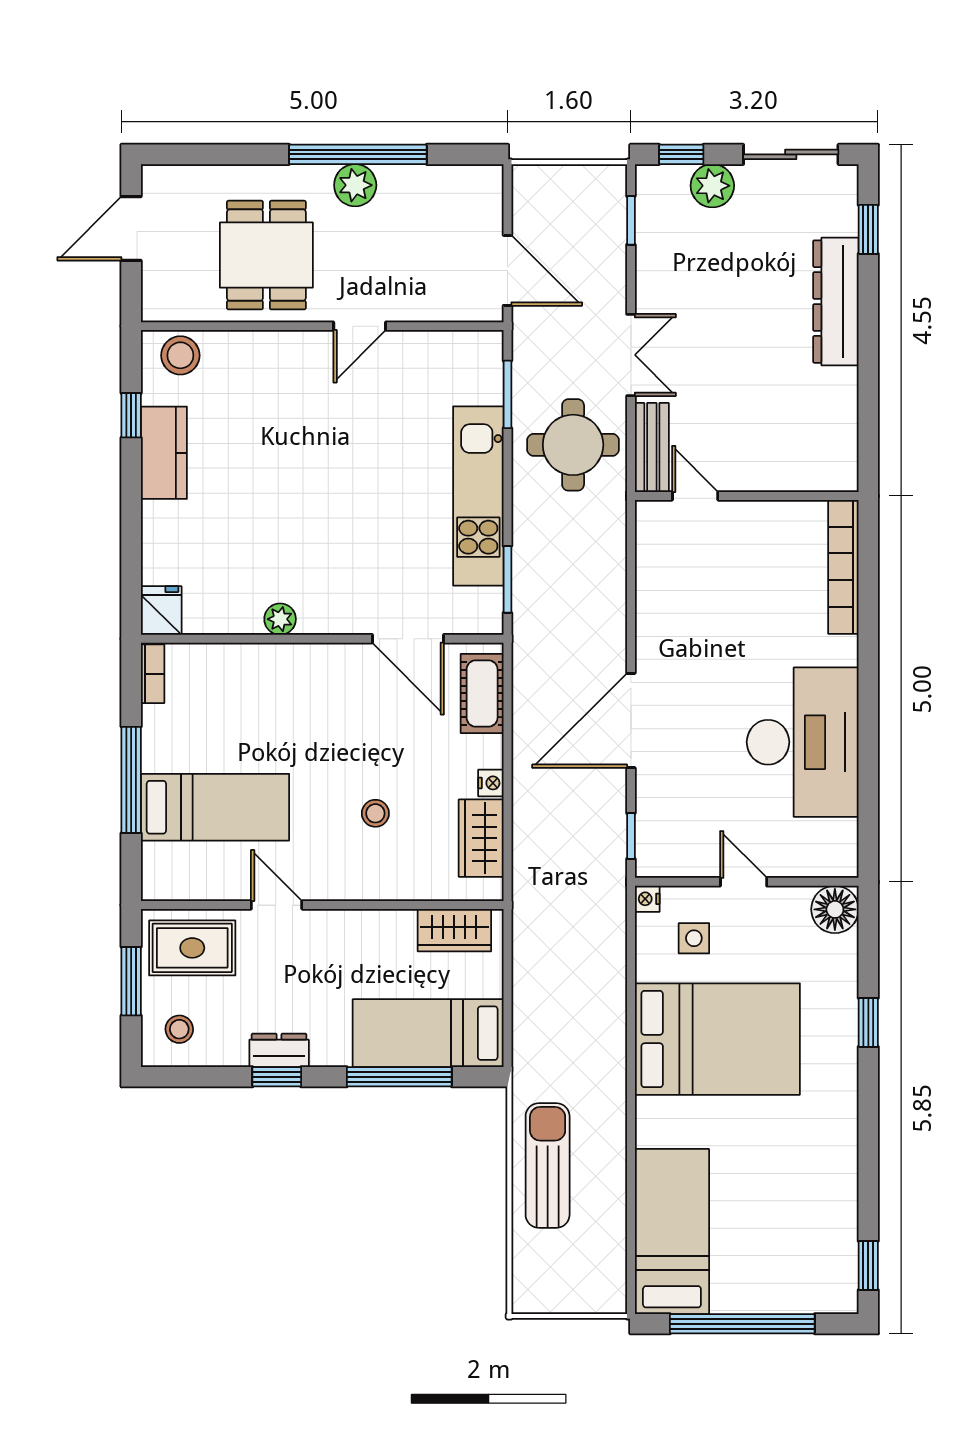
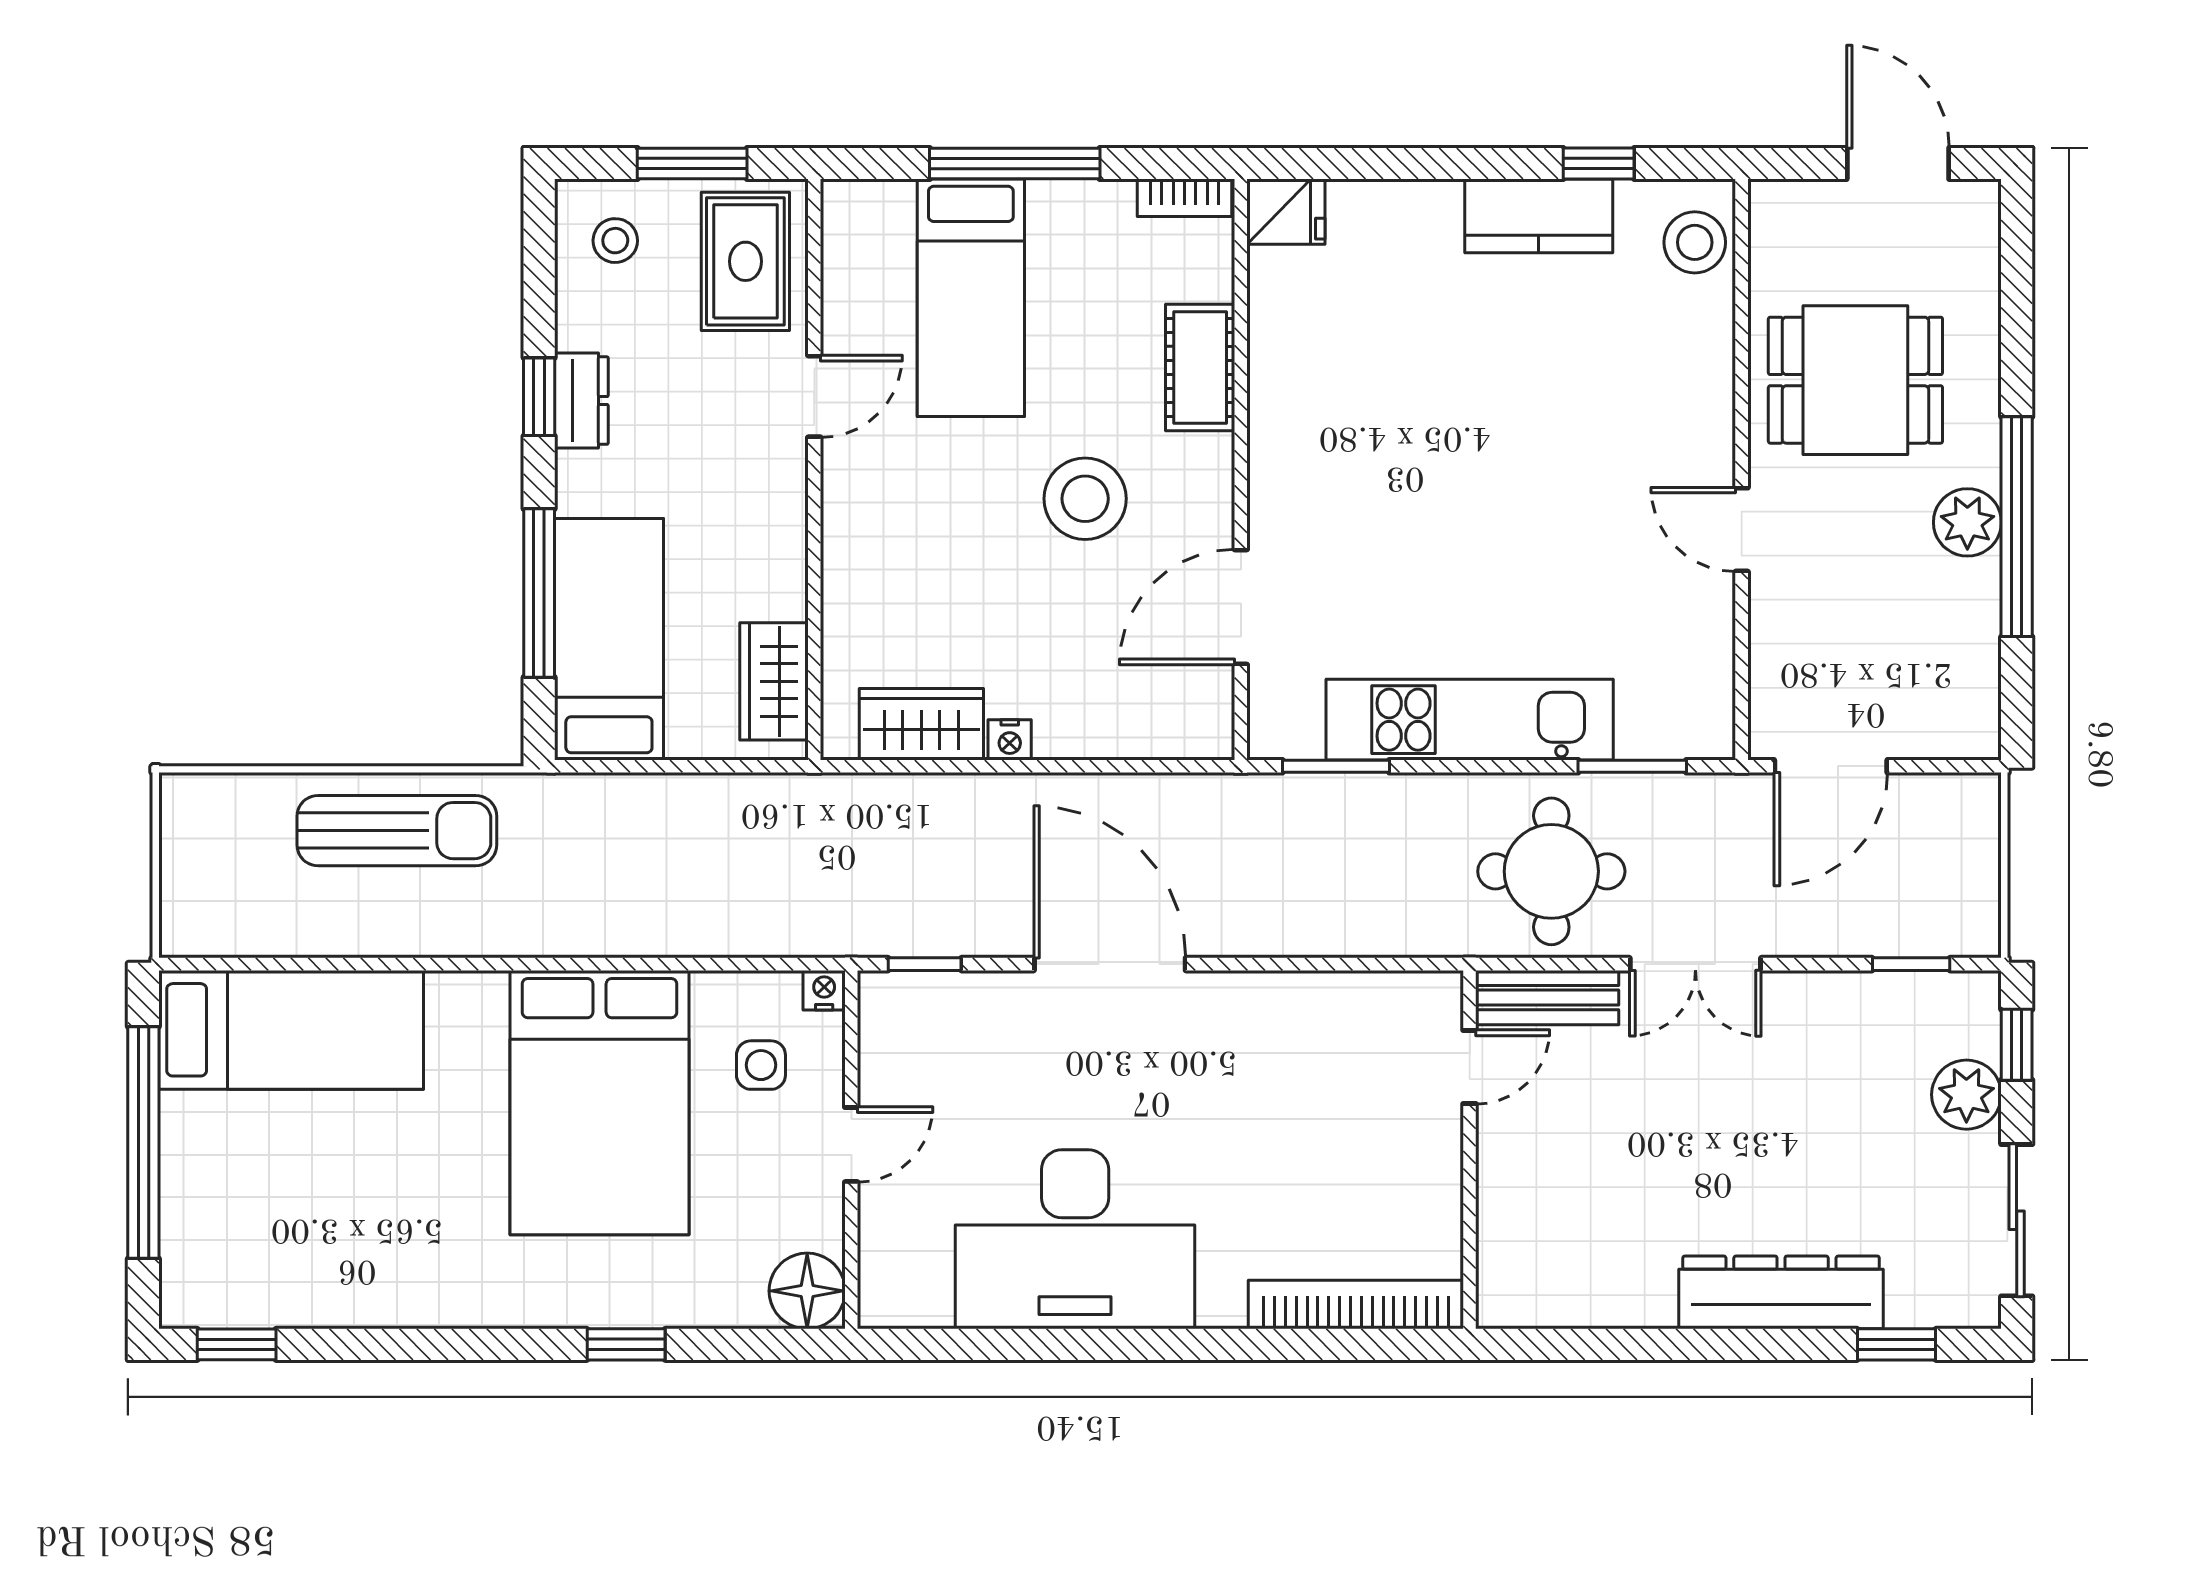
plant: (280, 619) -> (1272, 402), removed
cot: (482, 693) -> (1200, 367), moved, turned 90
stool: (375, 813) -> (1085, 499), moved, width x1.89, depth x1.89

